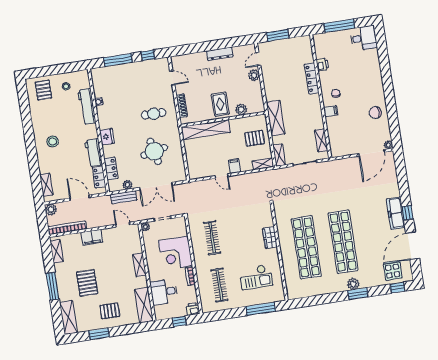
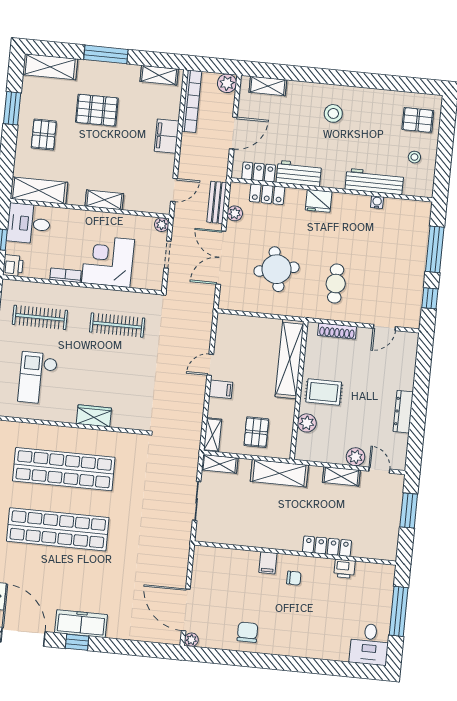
shelving: (321, 140) -> (341, 476), moved
desk: (164, 292) -> (29, 224), moved, turned -90

